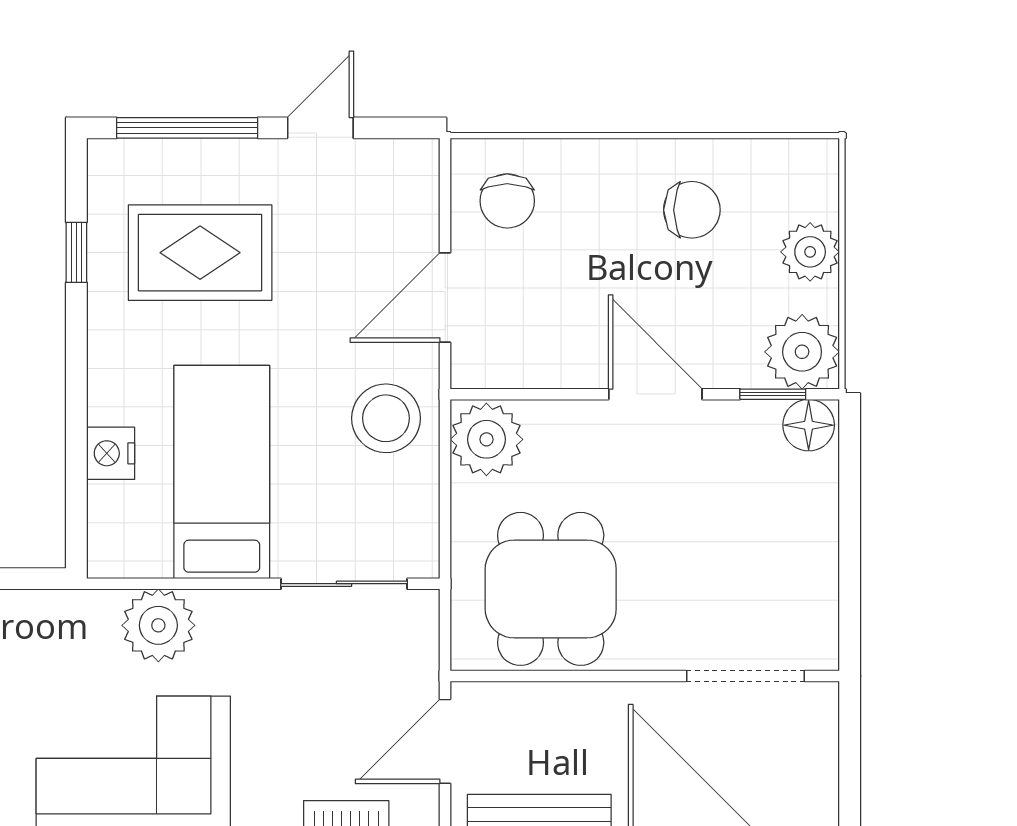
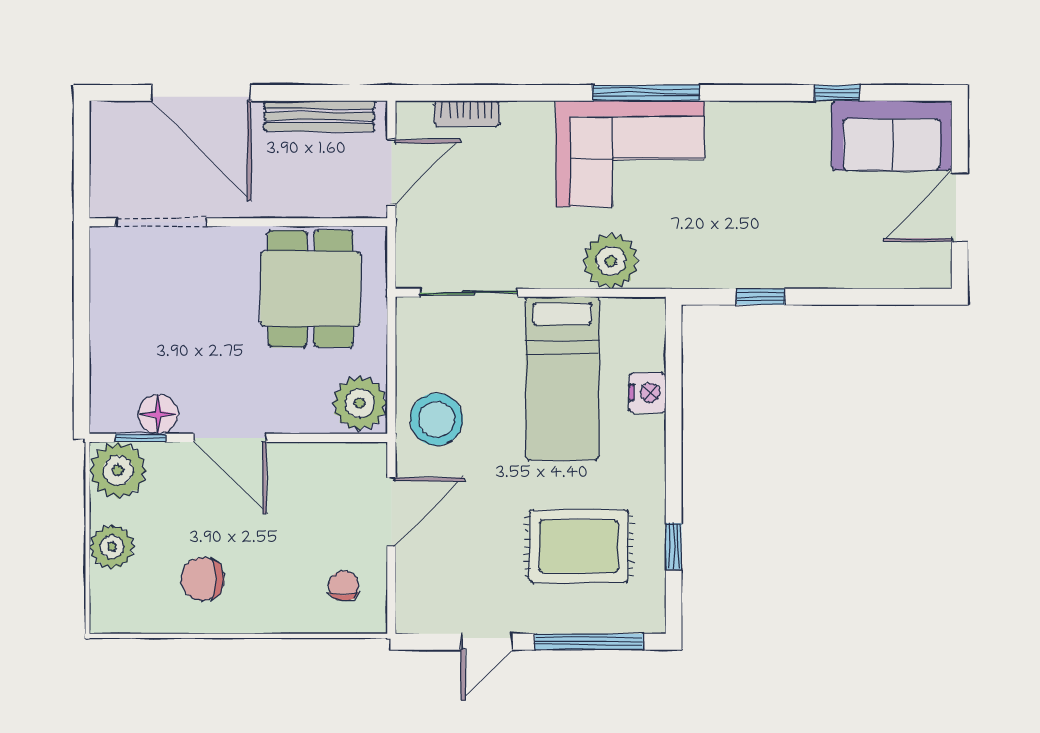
chair: (507, 201) -> (344, 586), width x0.73, depth x0.73
floor lamp: (809, 425) -> (158, 414), moved

